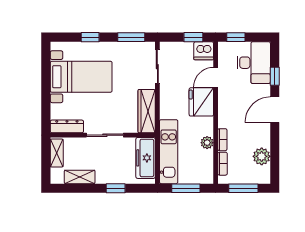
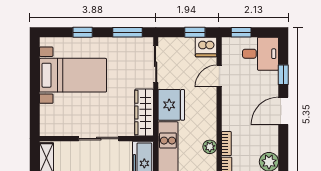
desk: (254, 63) -> (260, 54), width x0.73
fridge: (201, 102) -> (171, 105), moved, turned 180
dresser: (67, 126) -> (57, 129), removed

